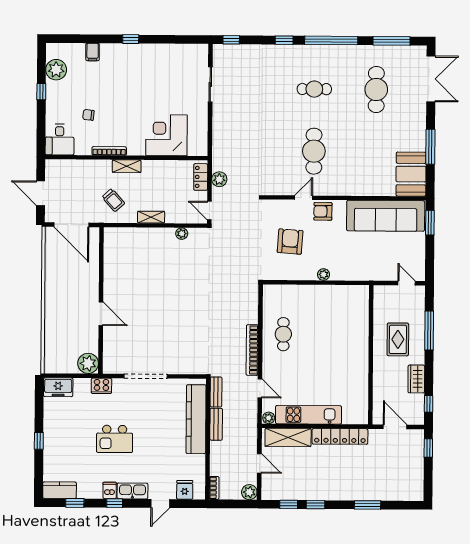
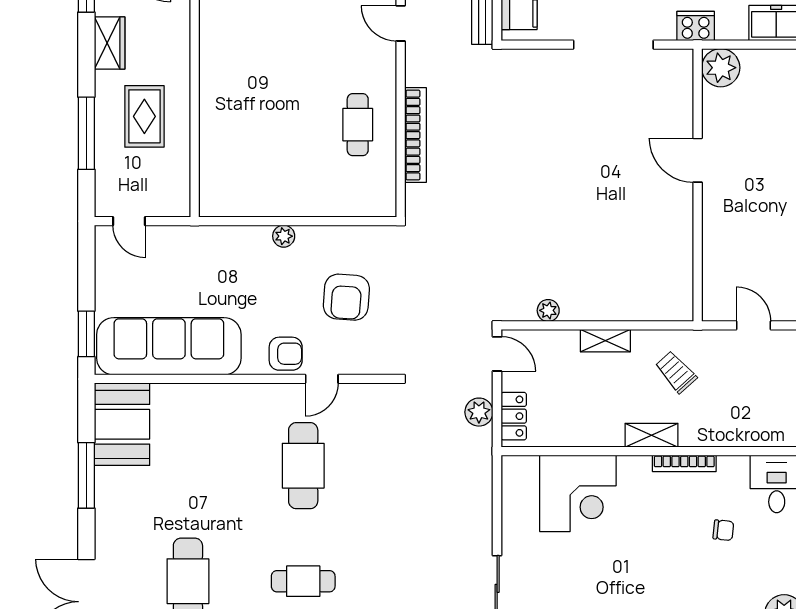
door: (71, 225) -> (754, 325), width x0.53
bookcase: (252, 350) -> (415, 135), moved

